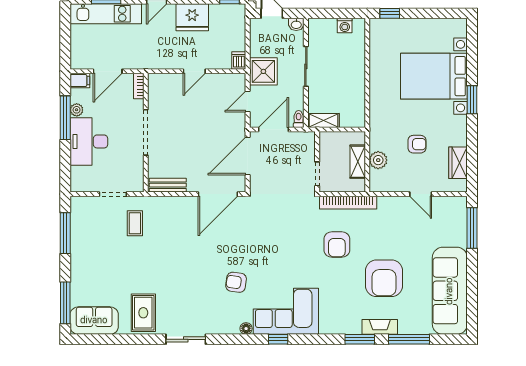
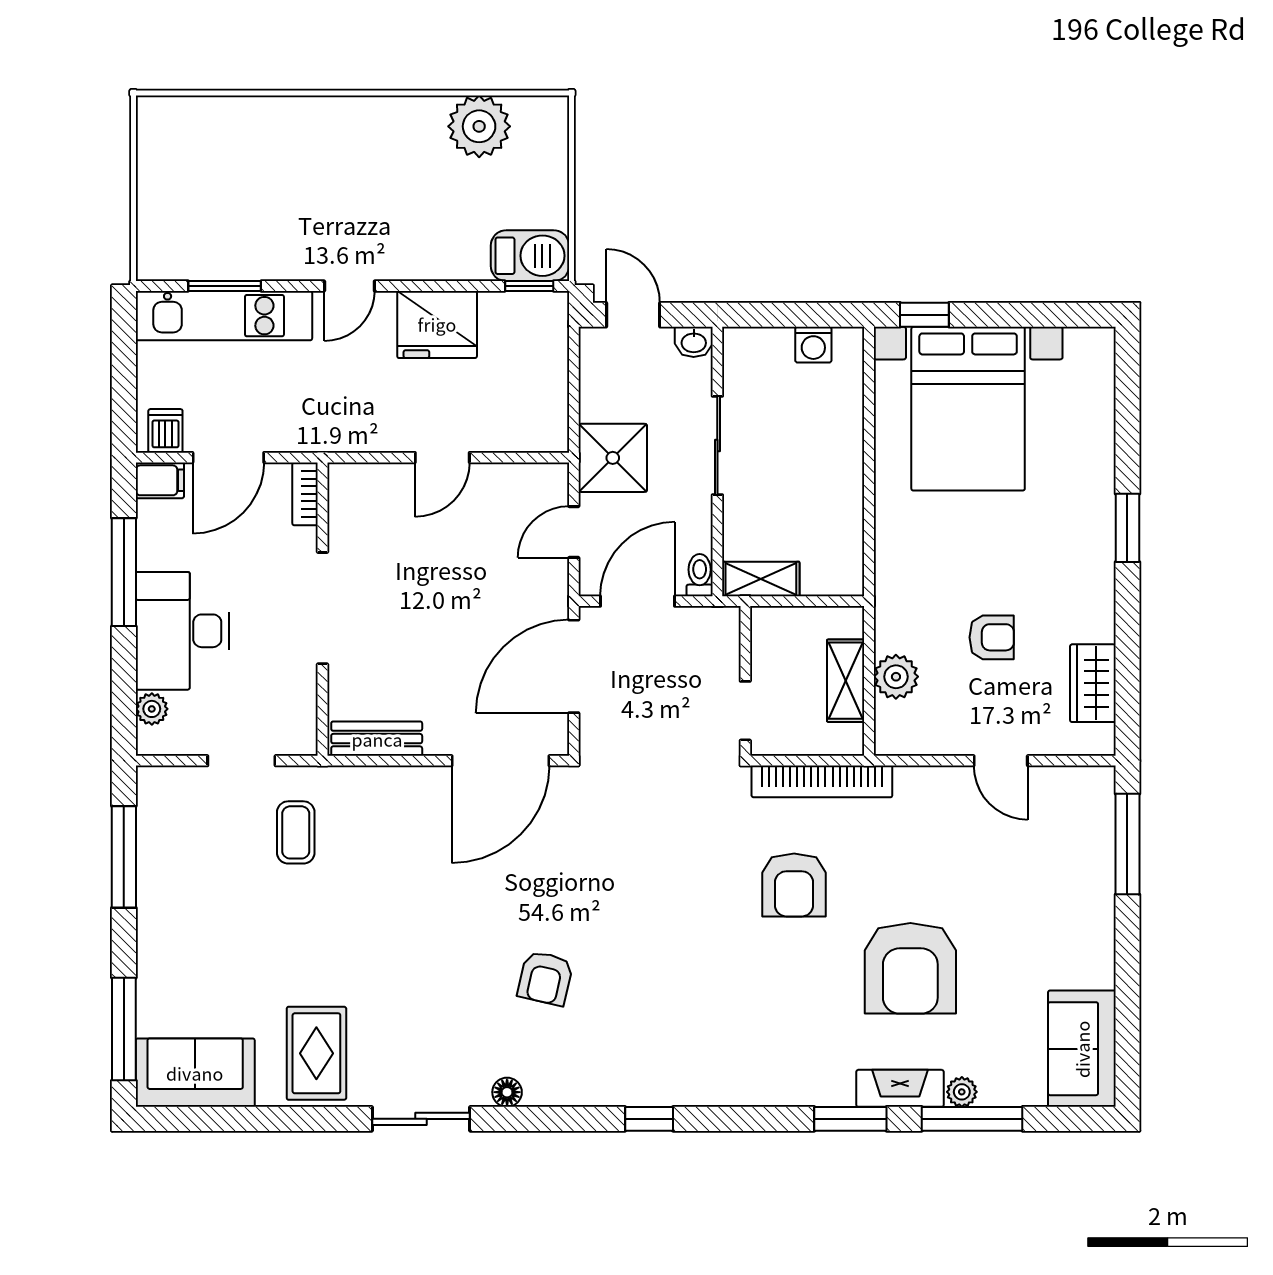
dishwasher: (239, 60) -> (165, 431), moved
bed with nightstands: (434, 76) -> (968, 409), moved, turned -90
plant: (77, 110) -> (152, 709), moved
armchair: (236, 282) -> (545, 978), turned -85
sofa: (450, 291) -> (1082, 1049), width x0.54, depth x0.79
corner sofa: (286, 311) -> (668, 1050), removed
plant: (405, 328) -> (962, 1092), added
floor lamp: (246, 329) -> (507, 1092), moved

